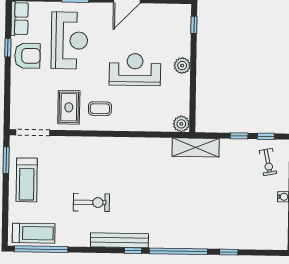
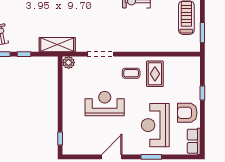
window: (8, 48) -> (202, 93), moved
plant: (182, 66) -> (69, 107), removed
reception desk: (135, 70) -> (105, 104), turned 180
doorway: (33, 133) -> (101, 54), moved

